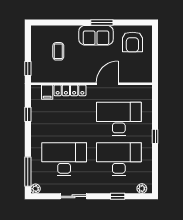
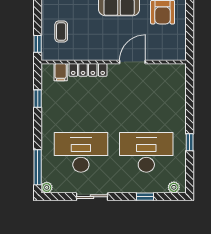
coffee table: (58, 51) -> (61, 32), moved
desk: (119, 119) -> (146, 104), removed
window: (155, 136) -> (190, 142), moved

